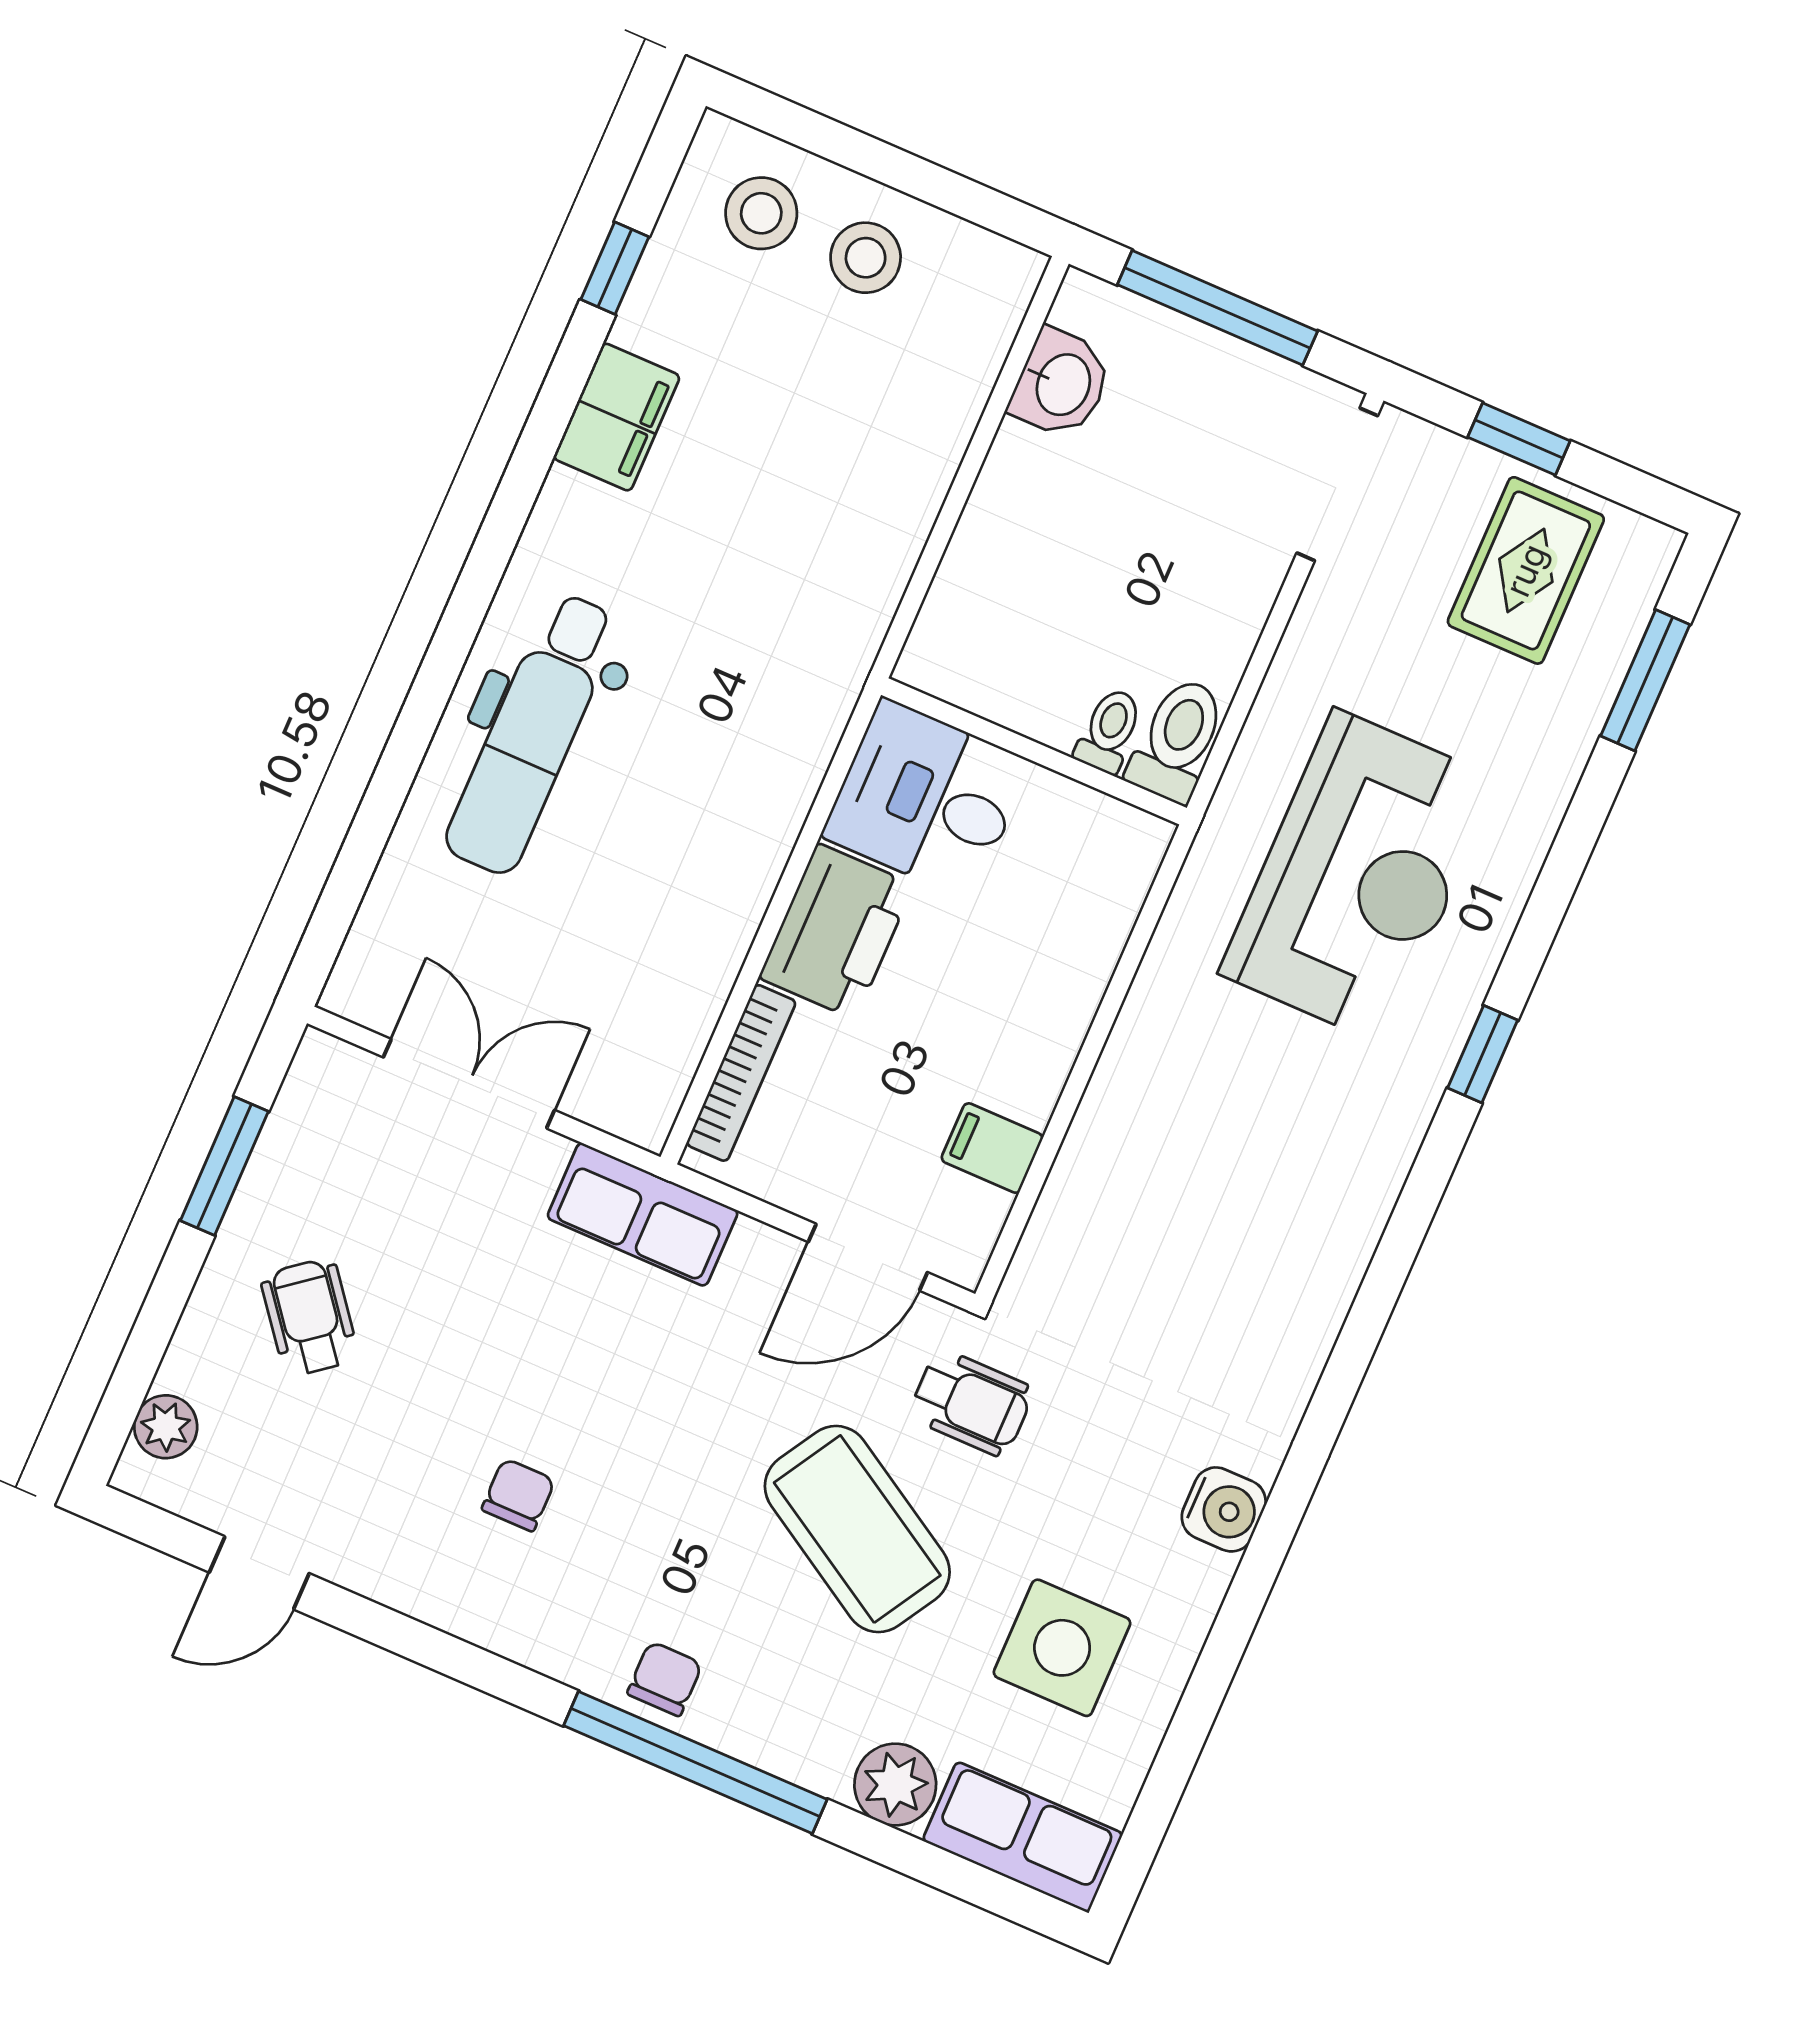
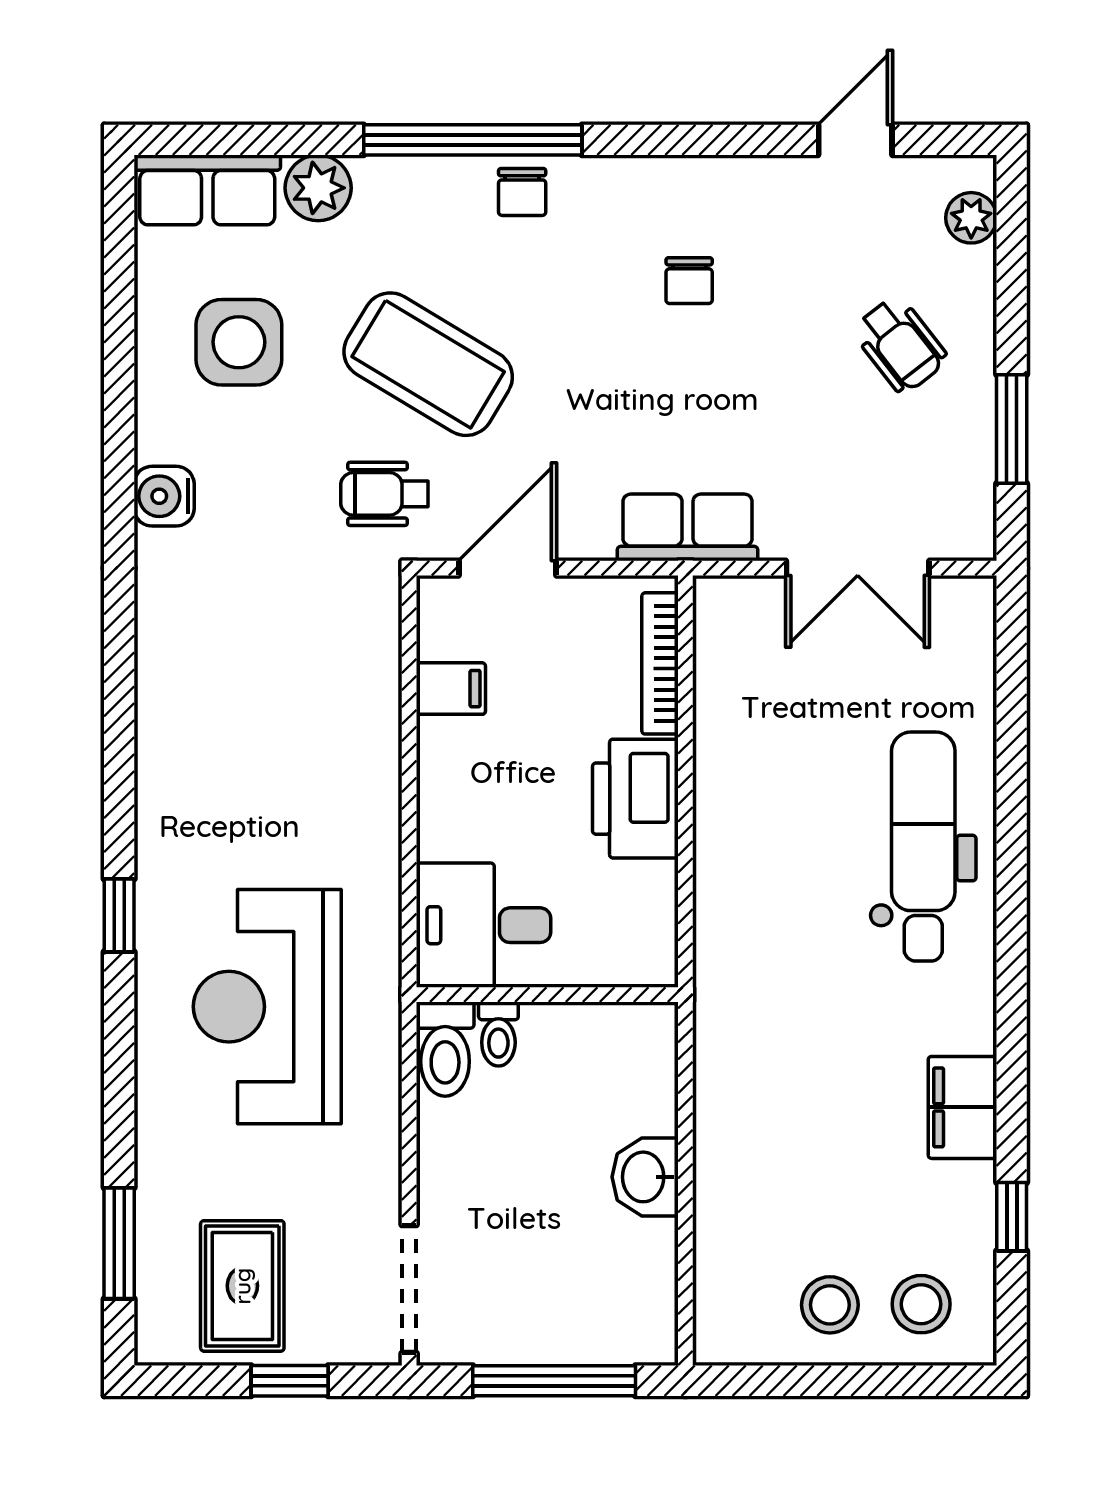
washbasin: (1061, 384) -> (645, 1177), moved
desk: (927, 799) -> (483, 925), moved, turned 180

